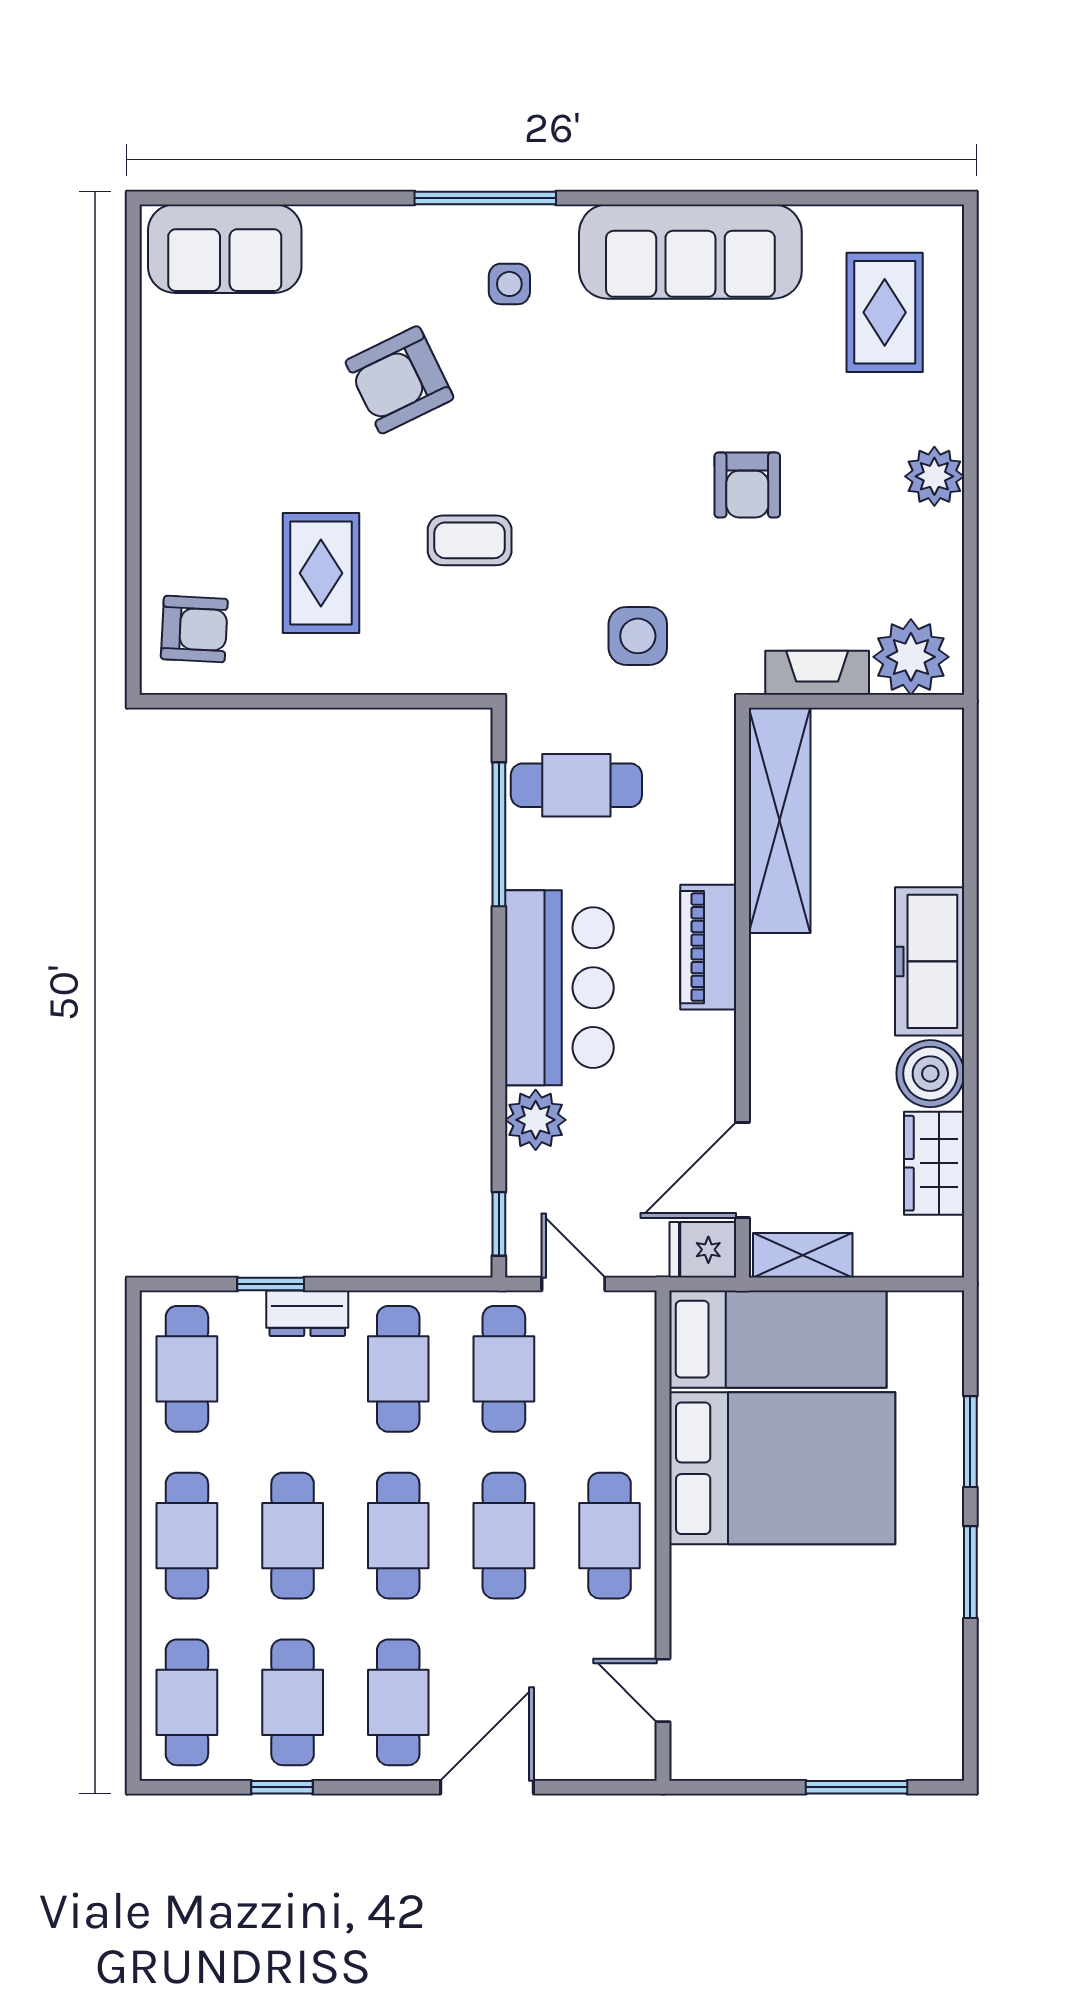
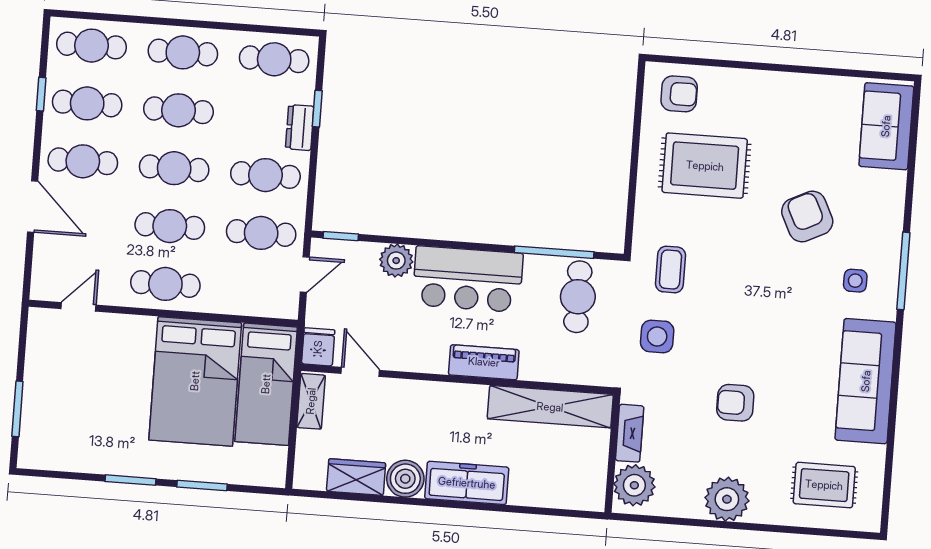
plant: (934, 476) -> (727, 499), width x1.36, depth x1.36
coffee table: (470, 540) -> (670, 269), moved
rug: (321, 573) -> (705, 166), width x1.36, depth x1.43
armchair: (194, 629) -> (679, 94), turned -93
door: (743, 1170) -> (360, 372), width x0.73

